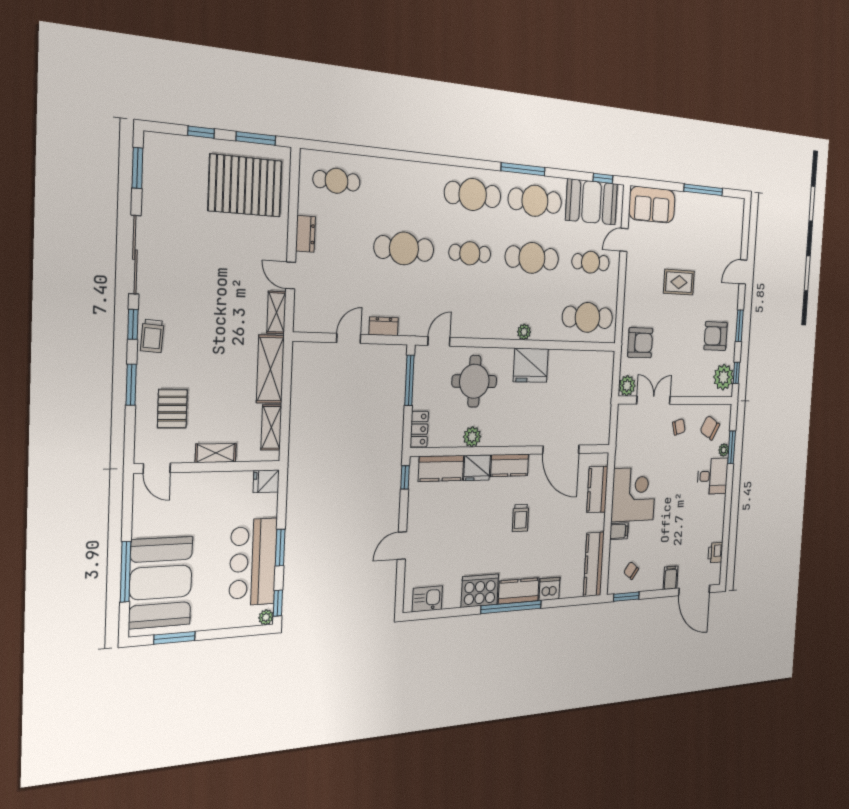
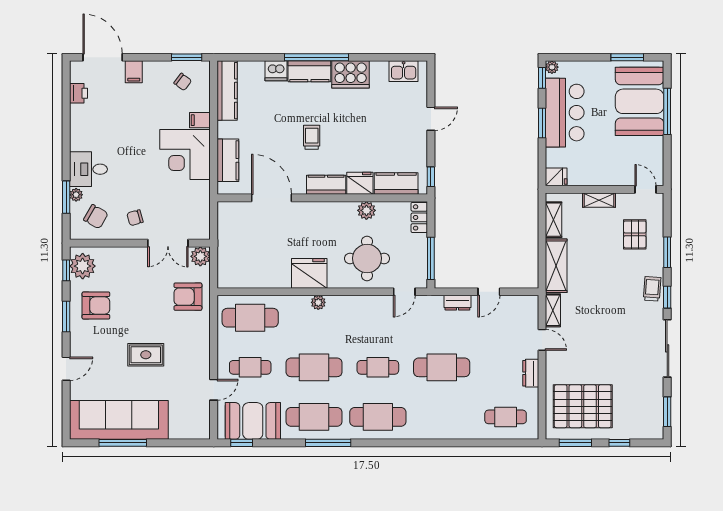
sofa: (652, 205) -> (119, 420), moved, width x1.85, depth x1.27

